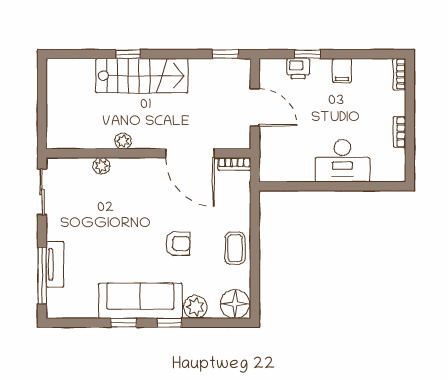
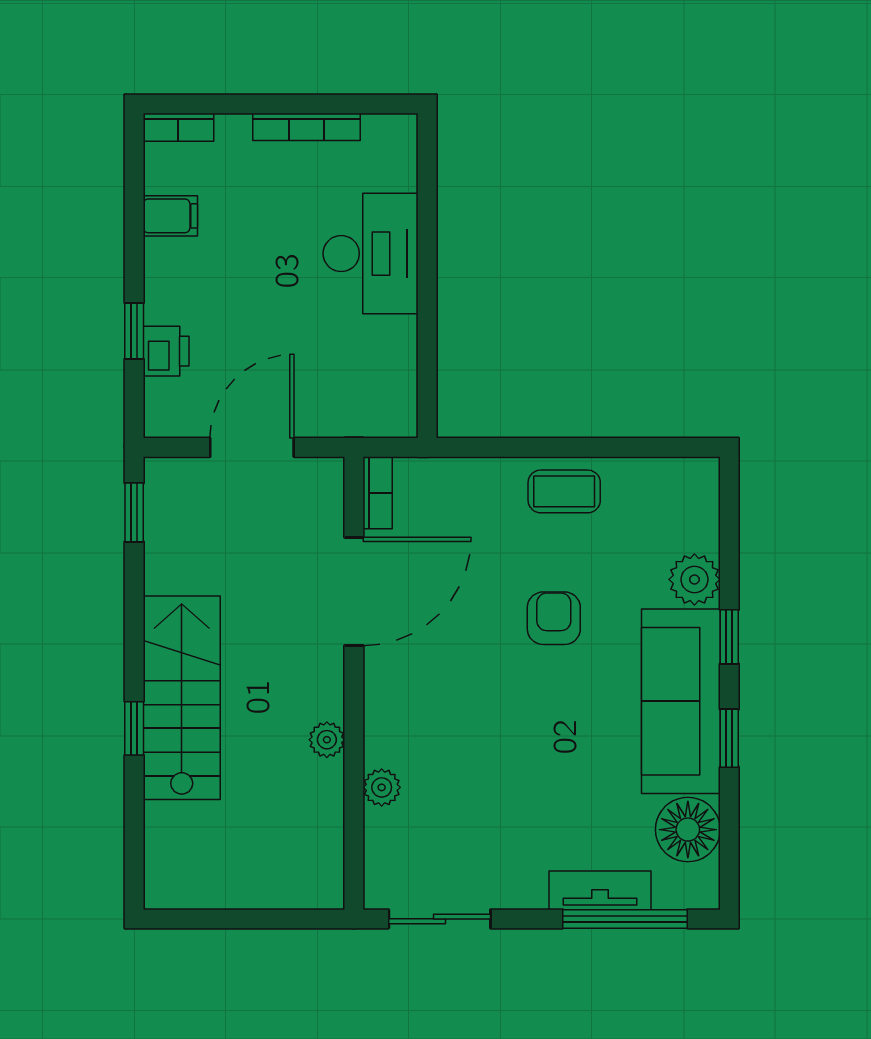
filing cabinet: (342, 70) -> (170, 216), moved
bookcase: (399, 132) -> (306, 127), width x1.56
floor lamp: (235, 304) -> (688, 830), moved

